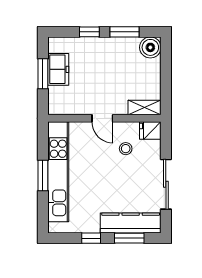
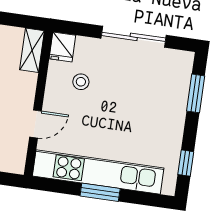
door: (102, 118) -> (35, 124), moved
kitchen counter: (131, 223) -> (177, 89), removed
window: (91, 238) -> (186, 163), moved

